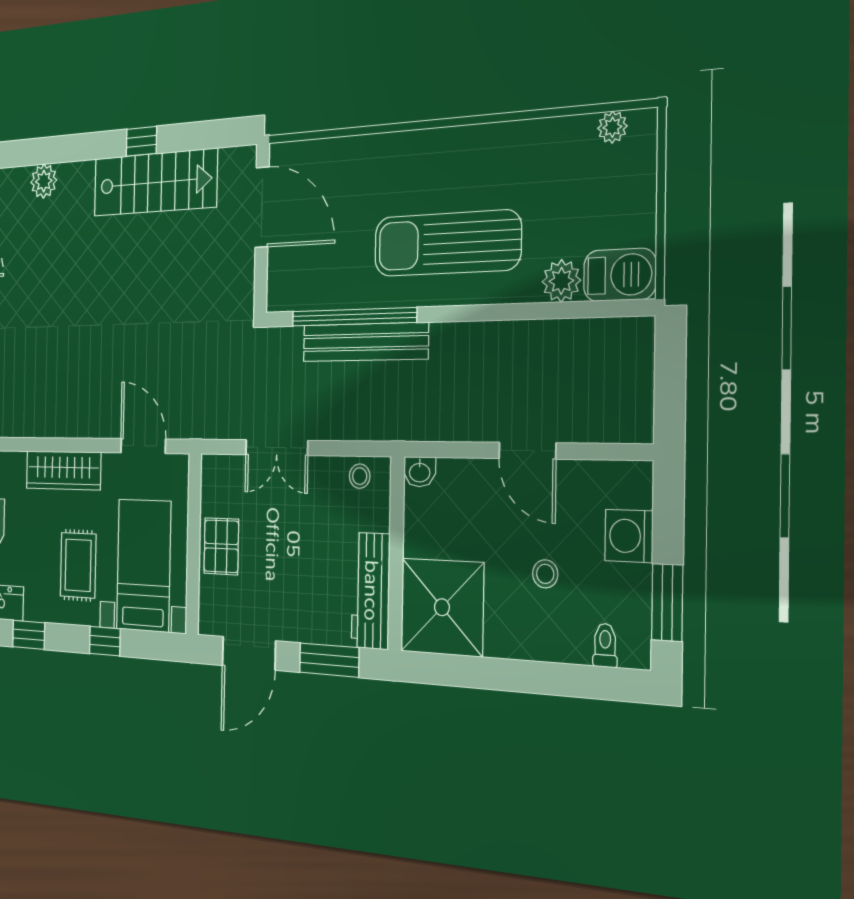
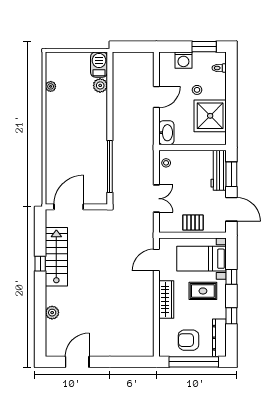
plant: (612, 127) -> (51, 86), moved
sun lounger: (447, 243) -> (86, 129), removed
bench: (365, 342) -> (119, 162), removed
washbasin: (420, 472) -> (166, 133), width x1.91, depth x1.45
workbench: (371, 591) -> (219, 170), moved, turned 90
shower: (442, 607) -> (210, 116), moved

